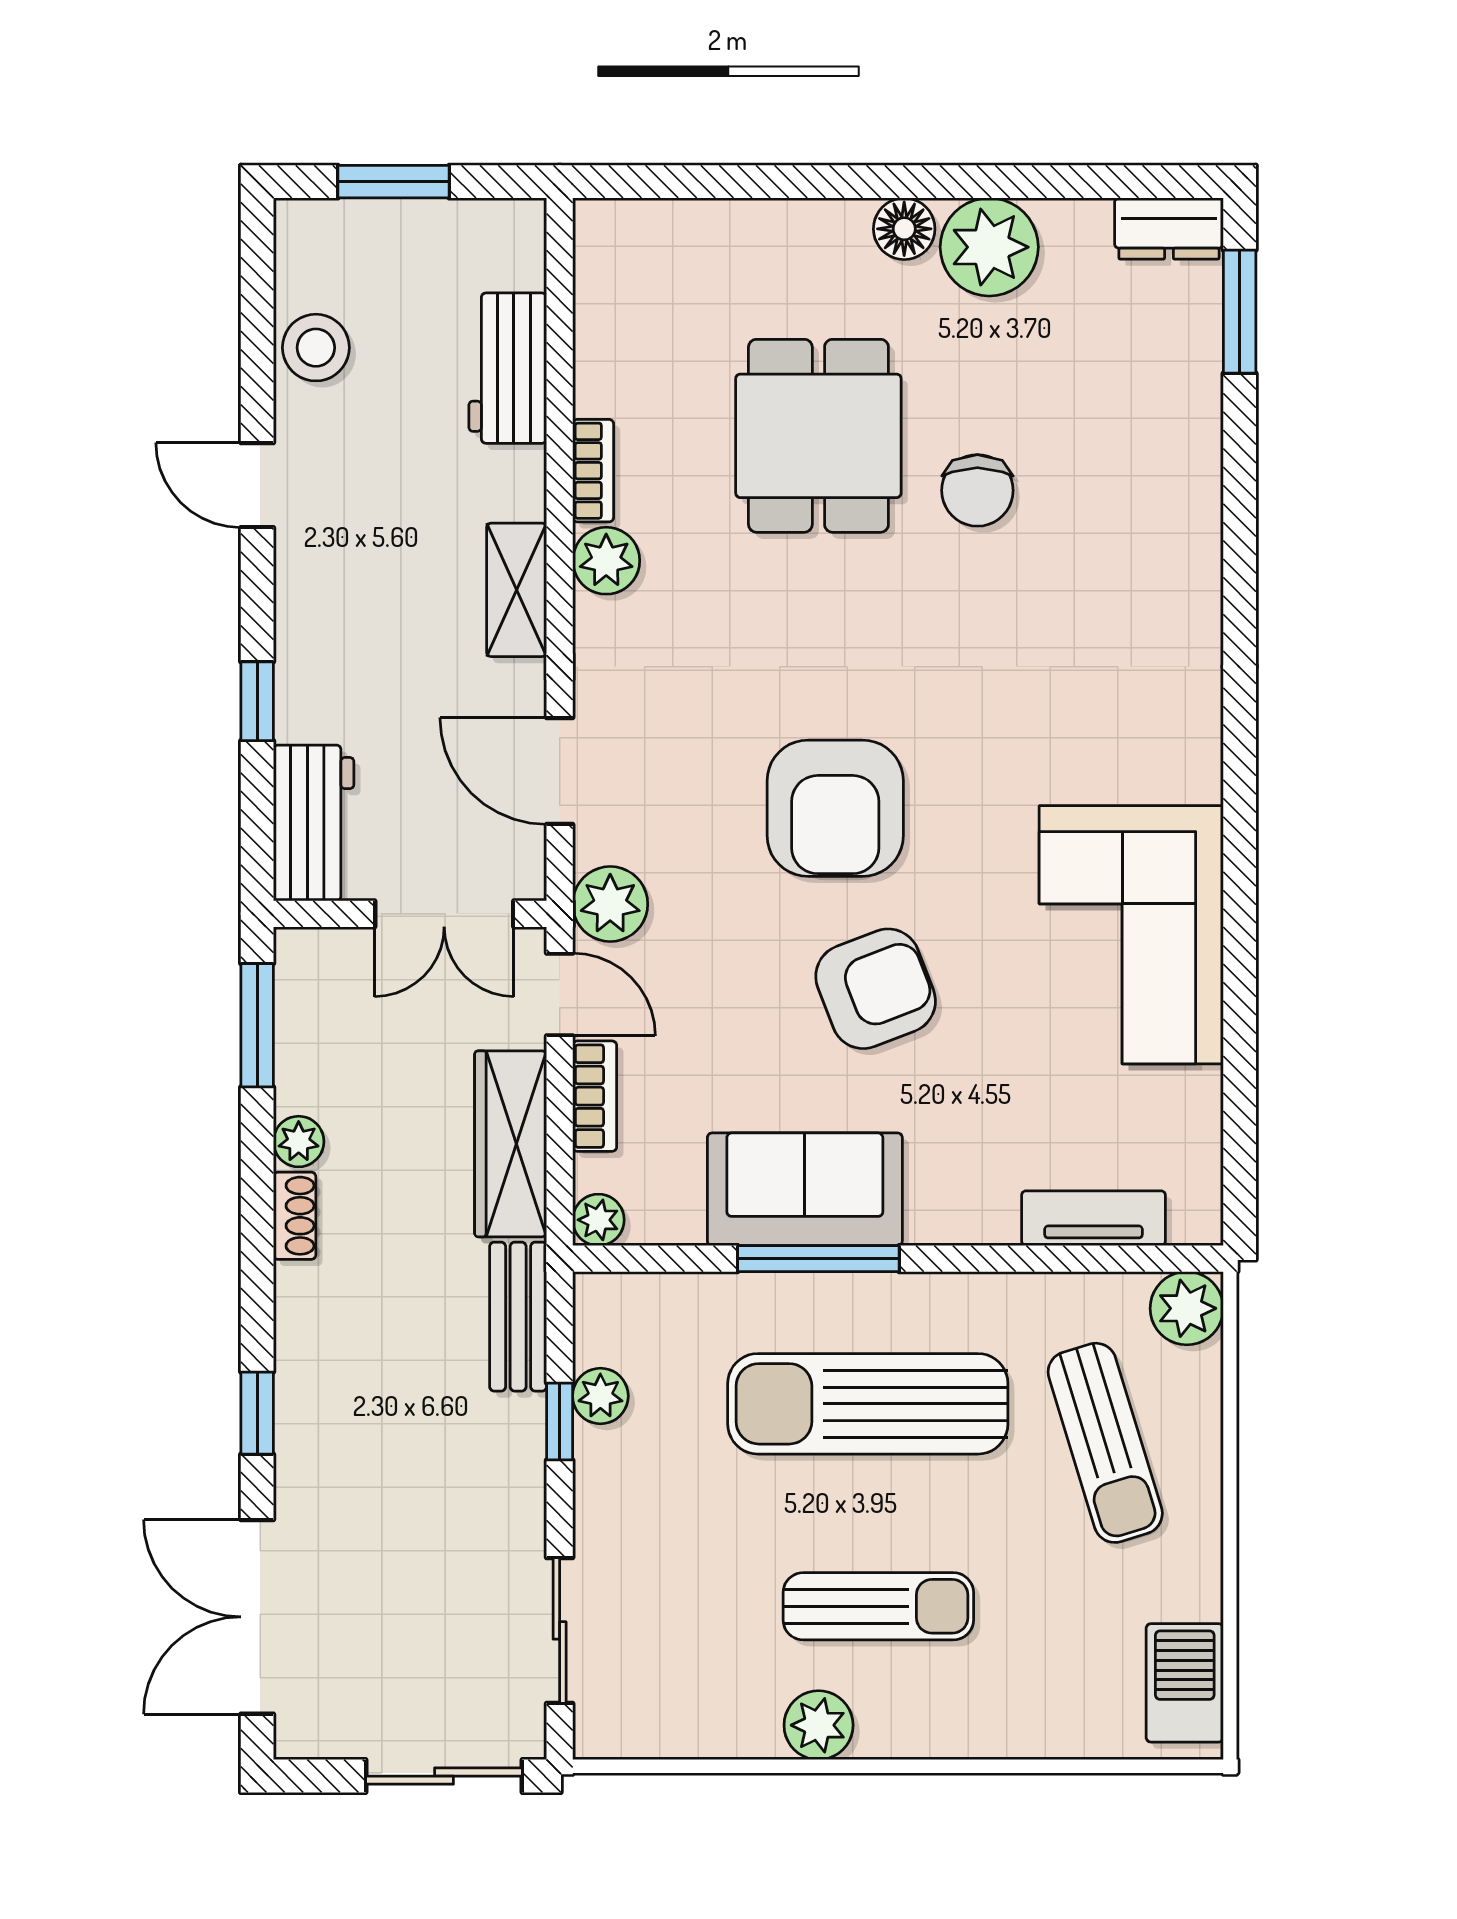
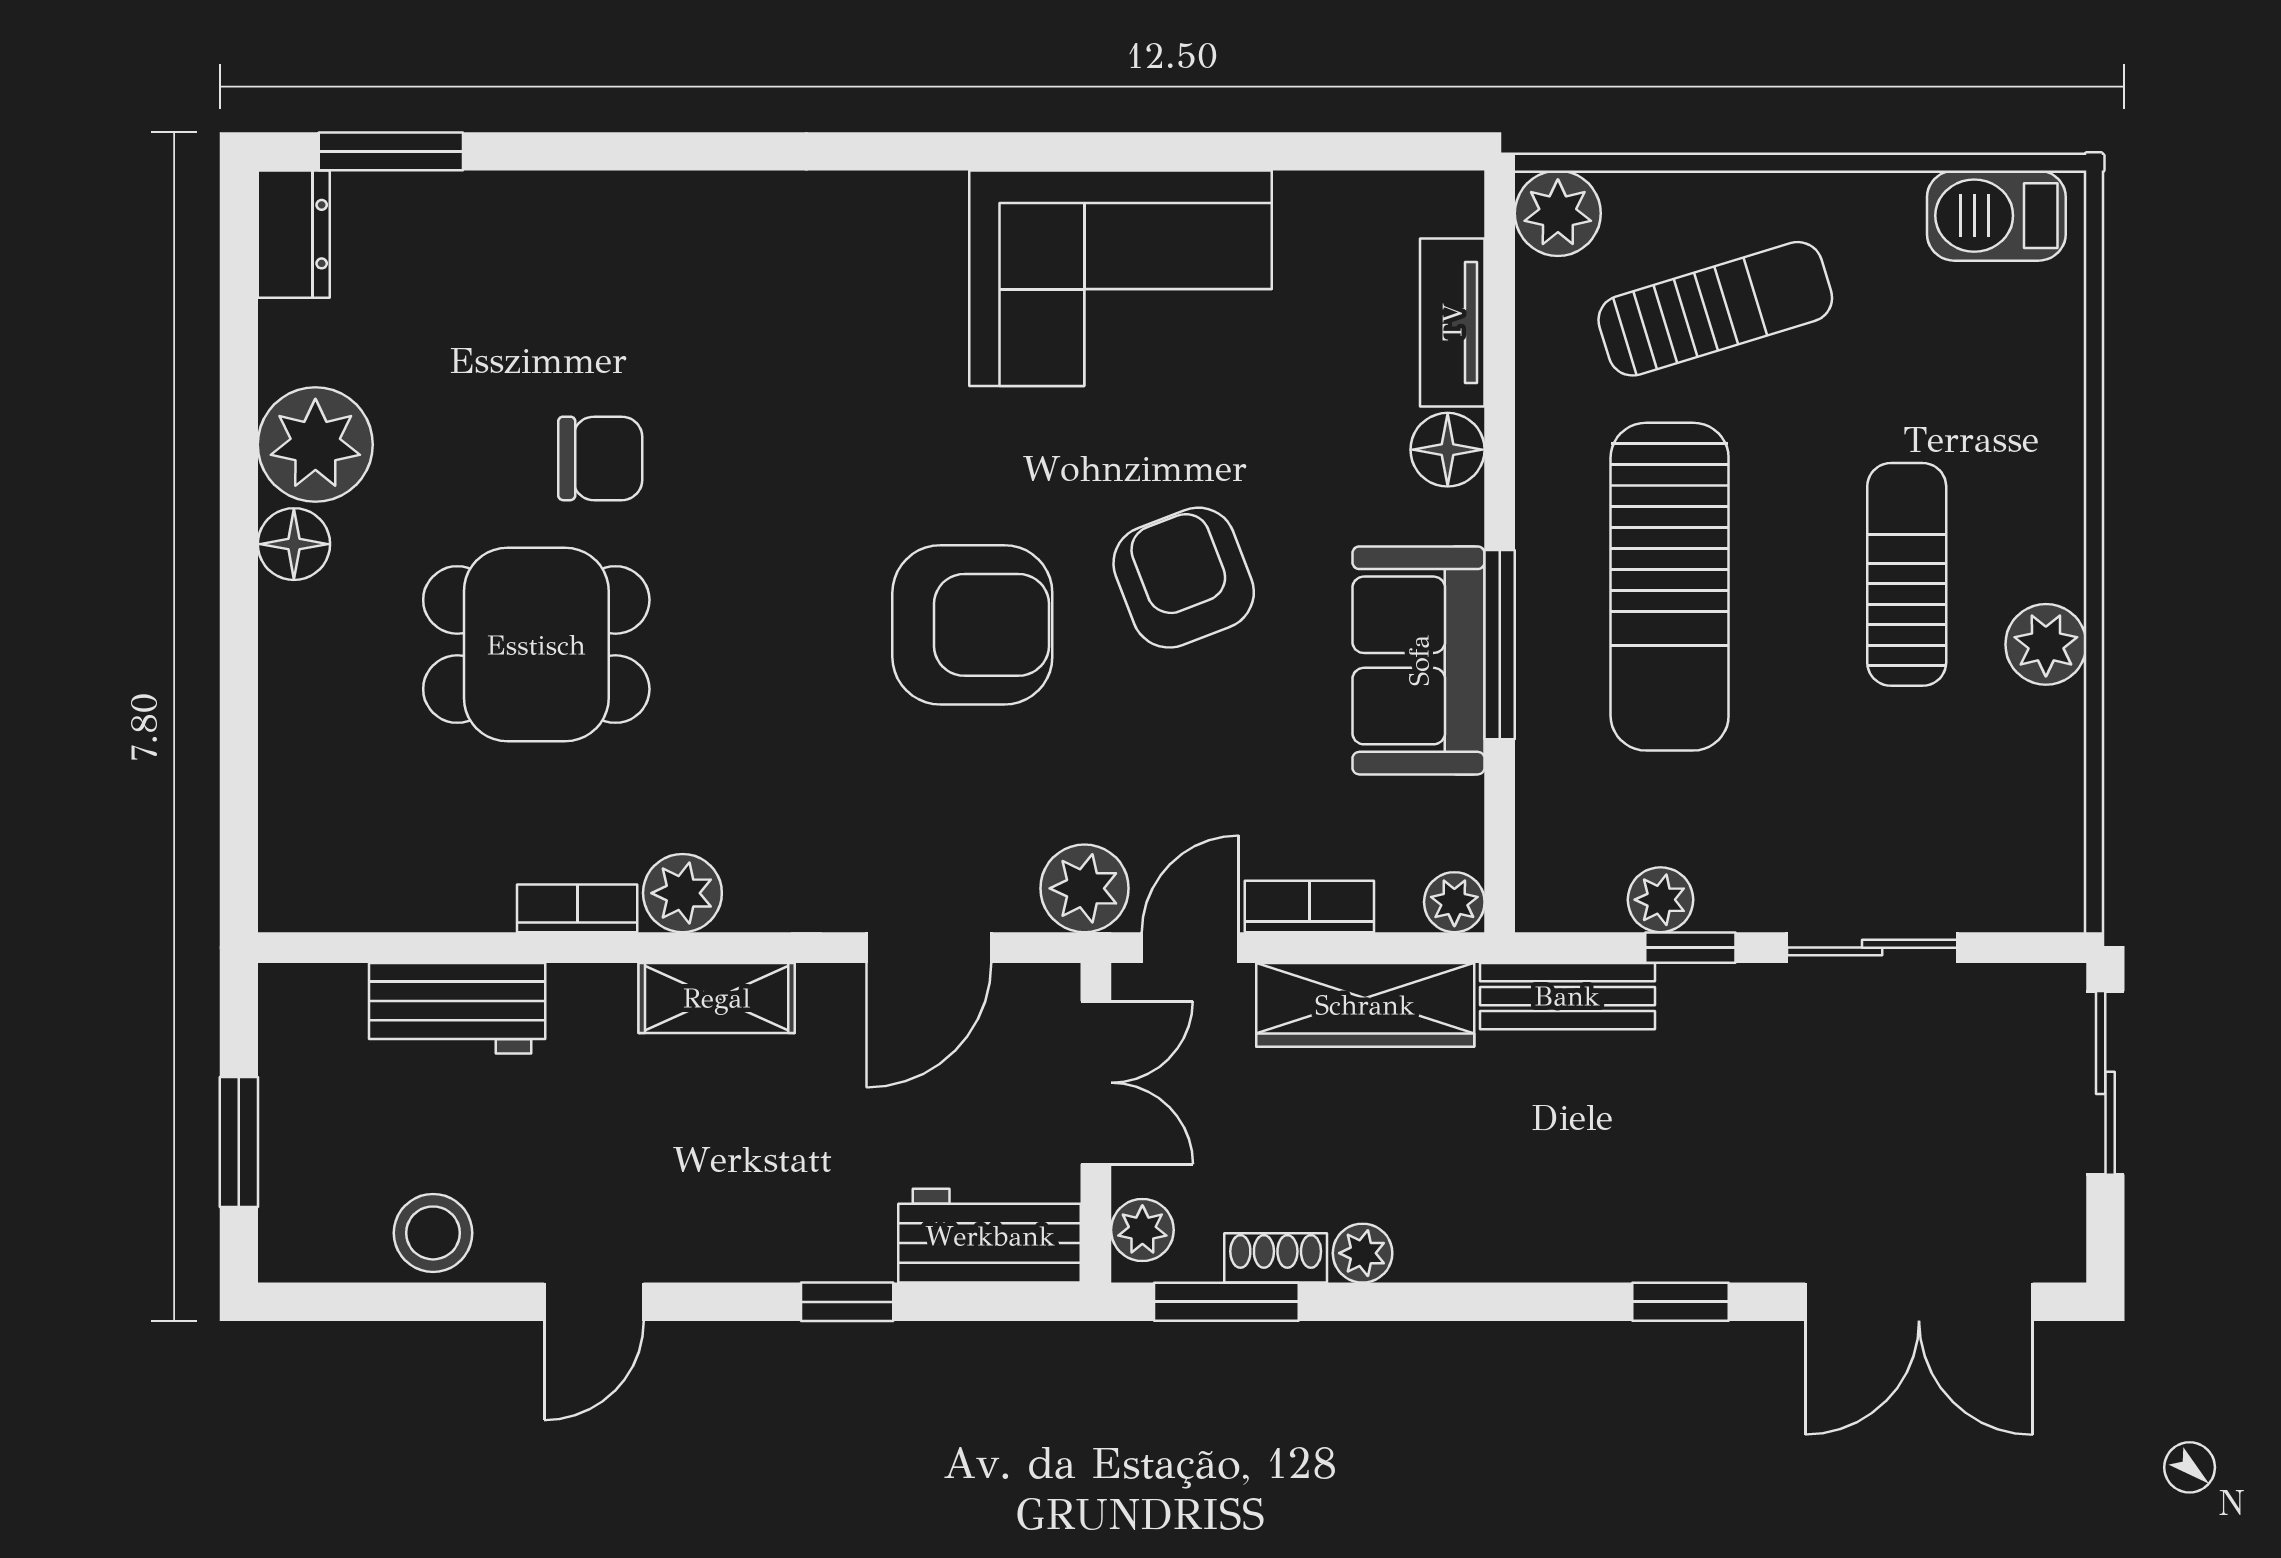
plant: (318, 953) -> (1142, 1230), added
floor lamp: (985, 1214) -> (1448, 450), added
shoe rack: (295, 1216) -> (1276, 1258), moved
sliding door: (560, 1630) -> (1872, 948), moved

